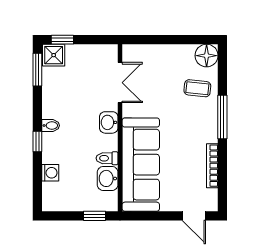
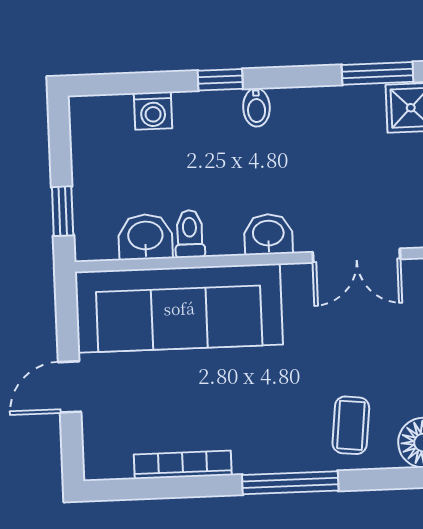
door: (194, 216) -> (70, 387), moved

